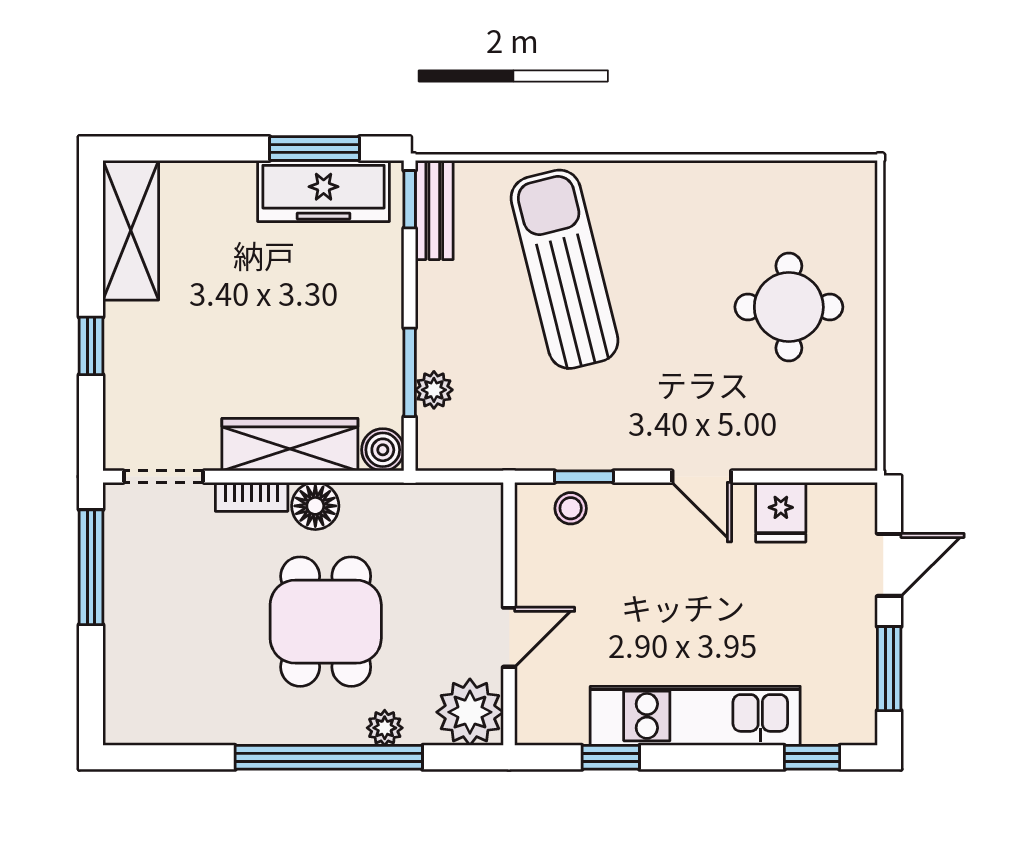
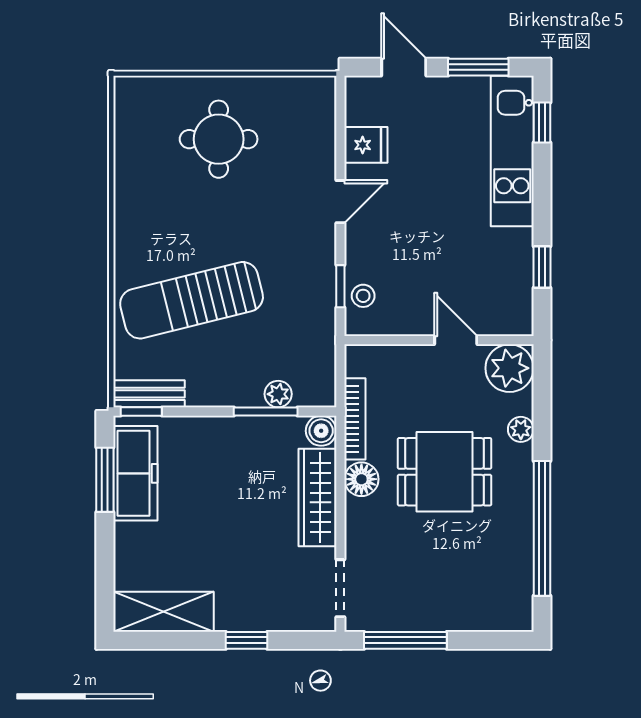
bookcase: (252, 497) -> (355, 419), moved, width x1.56
kitchen unit: (695, 716) -> (512, 151), moved
window: (329, 757) -> (542, 528), moved

